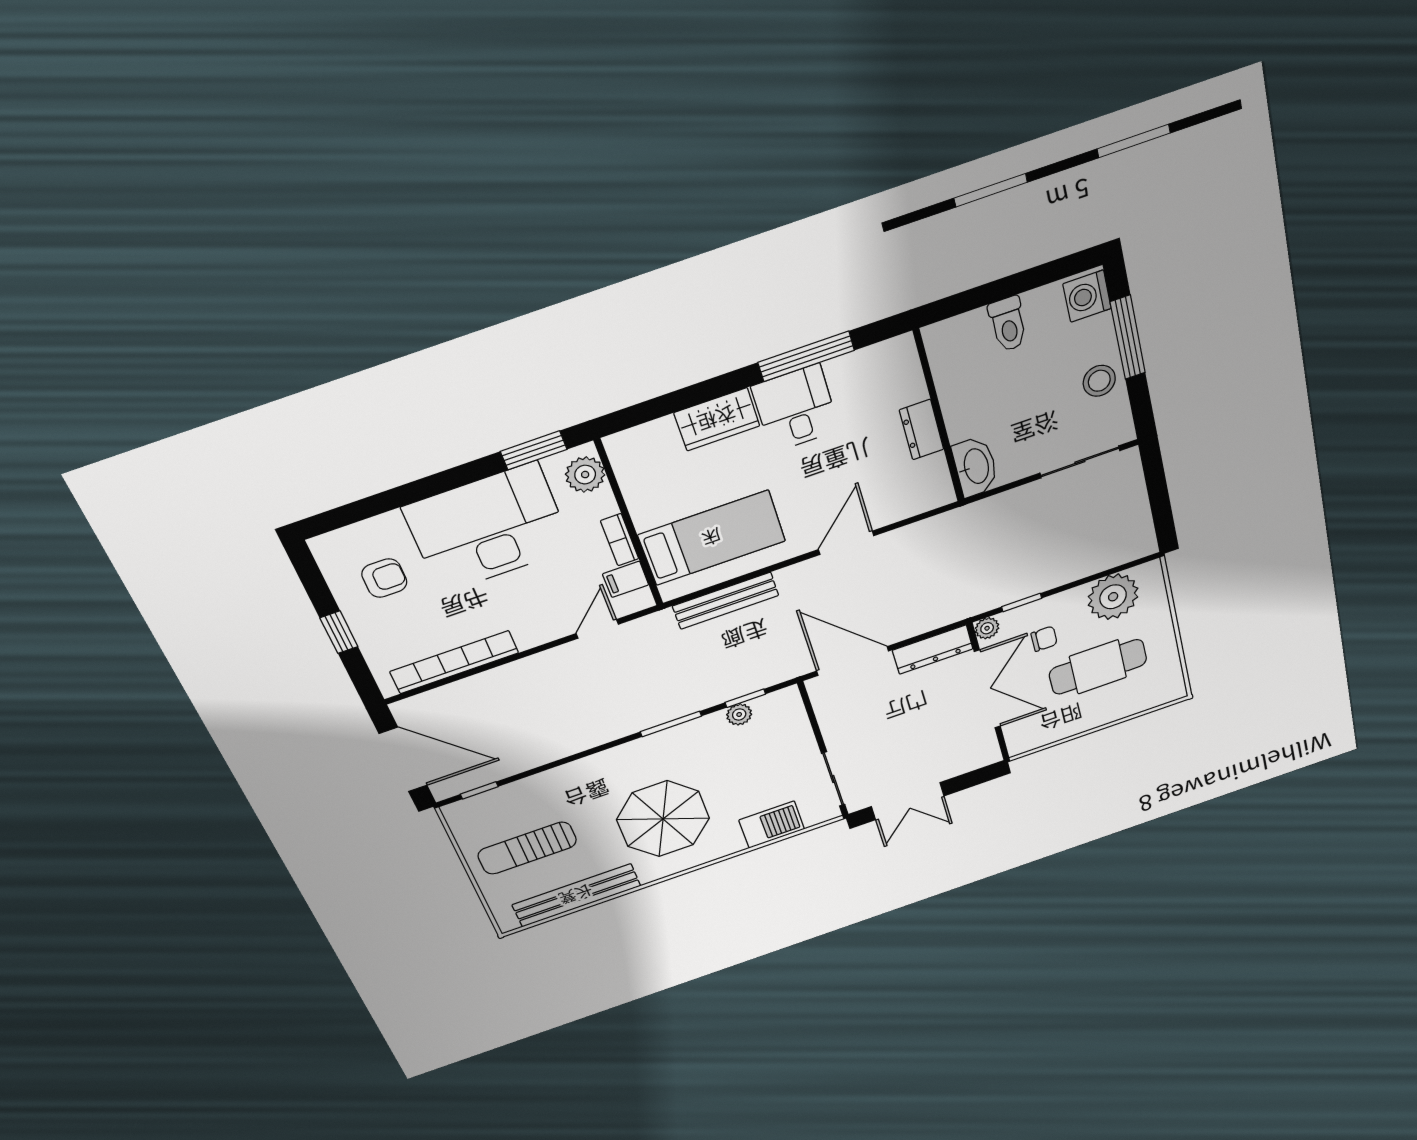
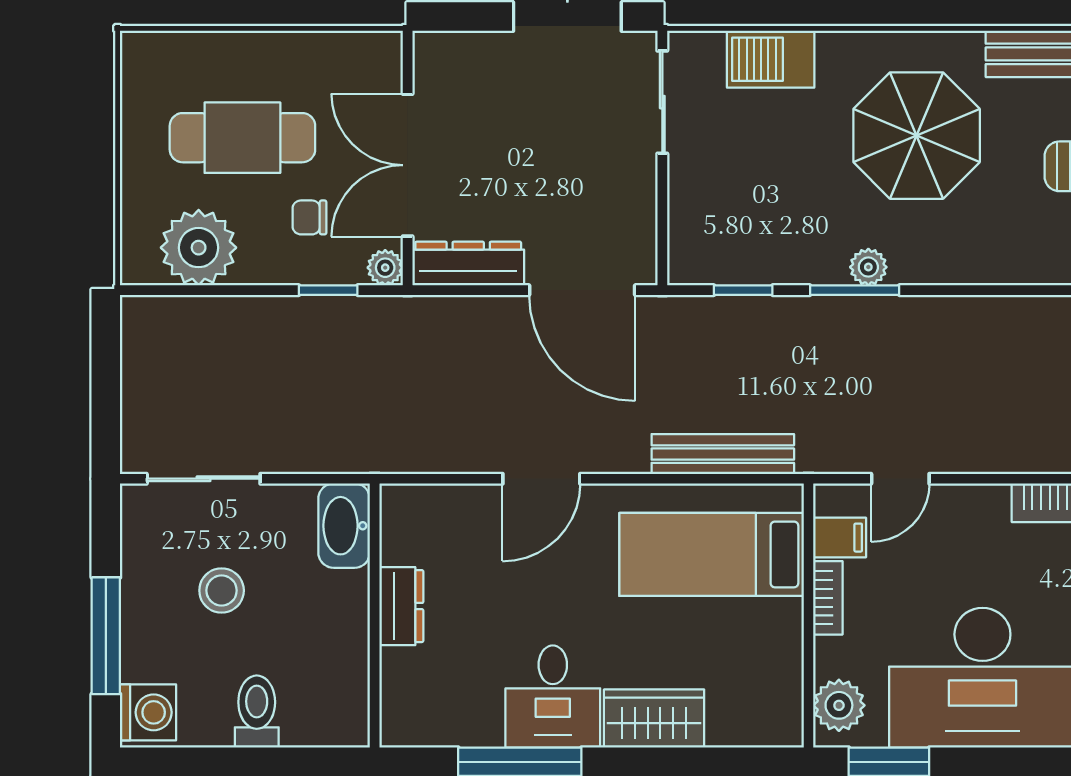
stool: (1099, 381) -> (222, 590), moved
plant: (739, 714) -> (868, 267), moved

